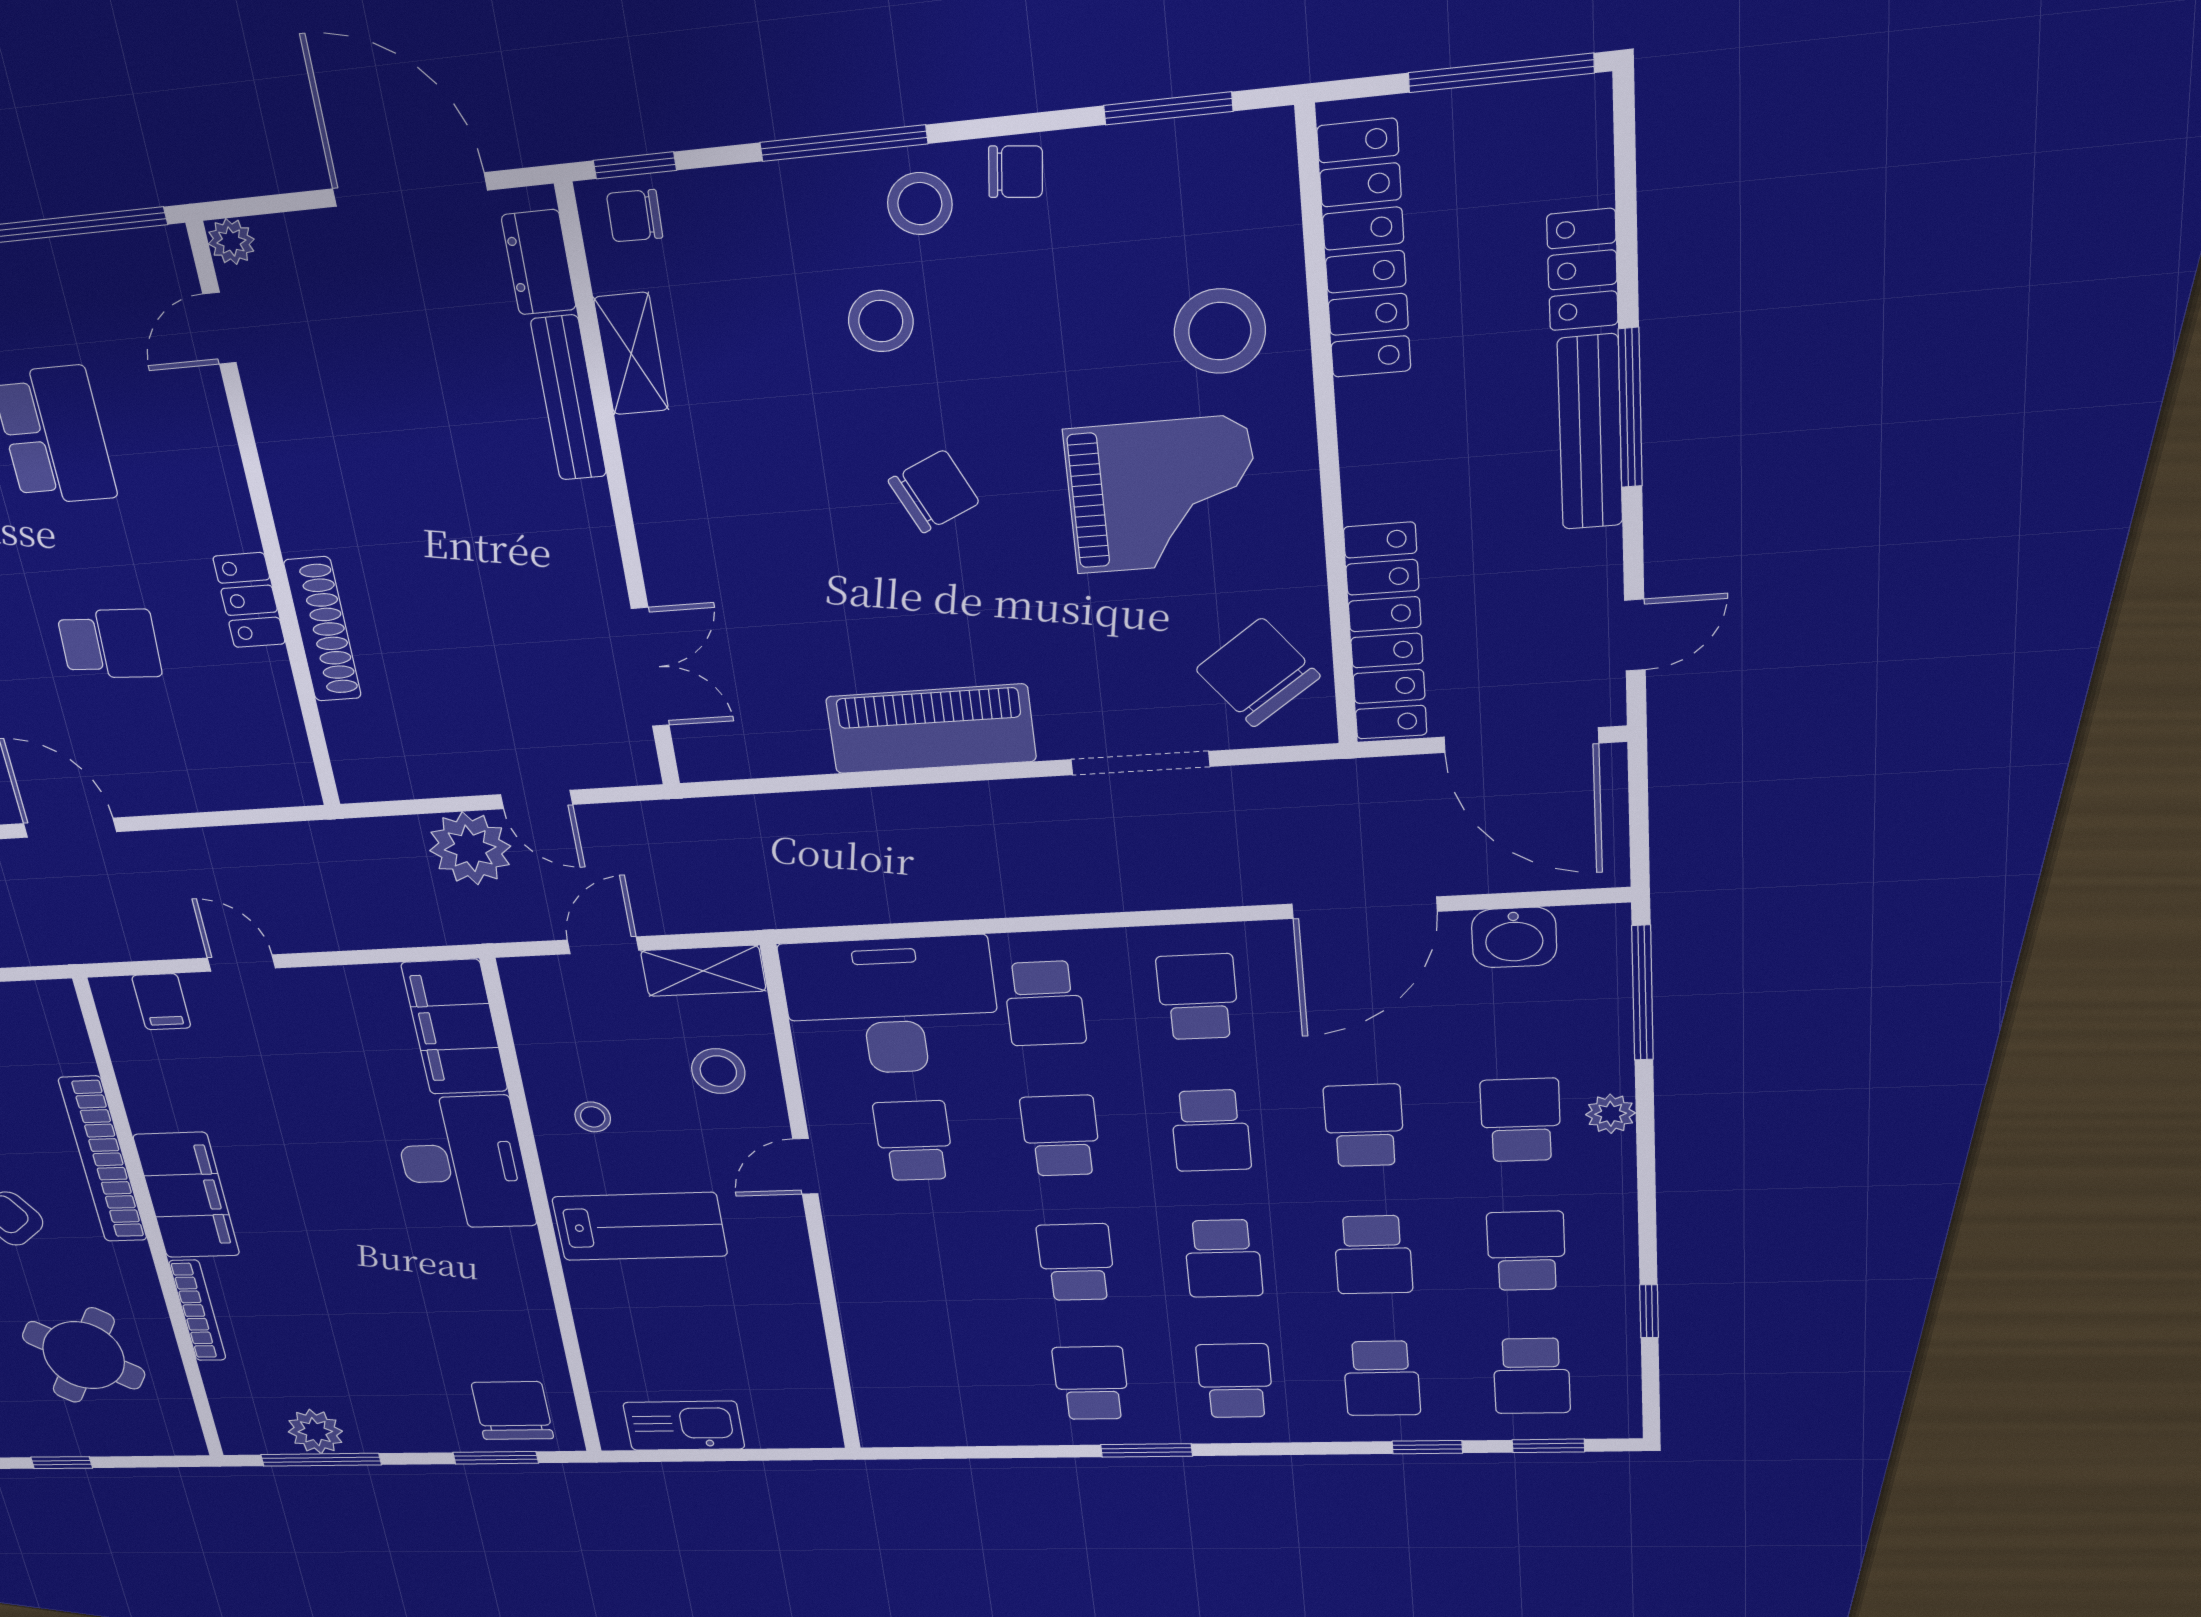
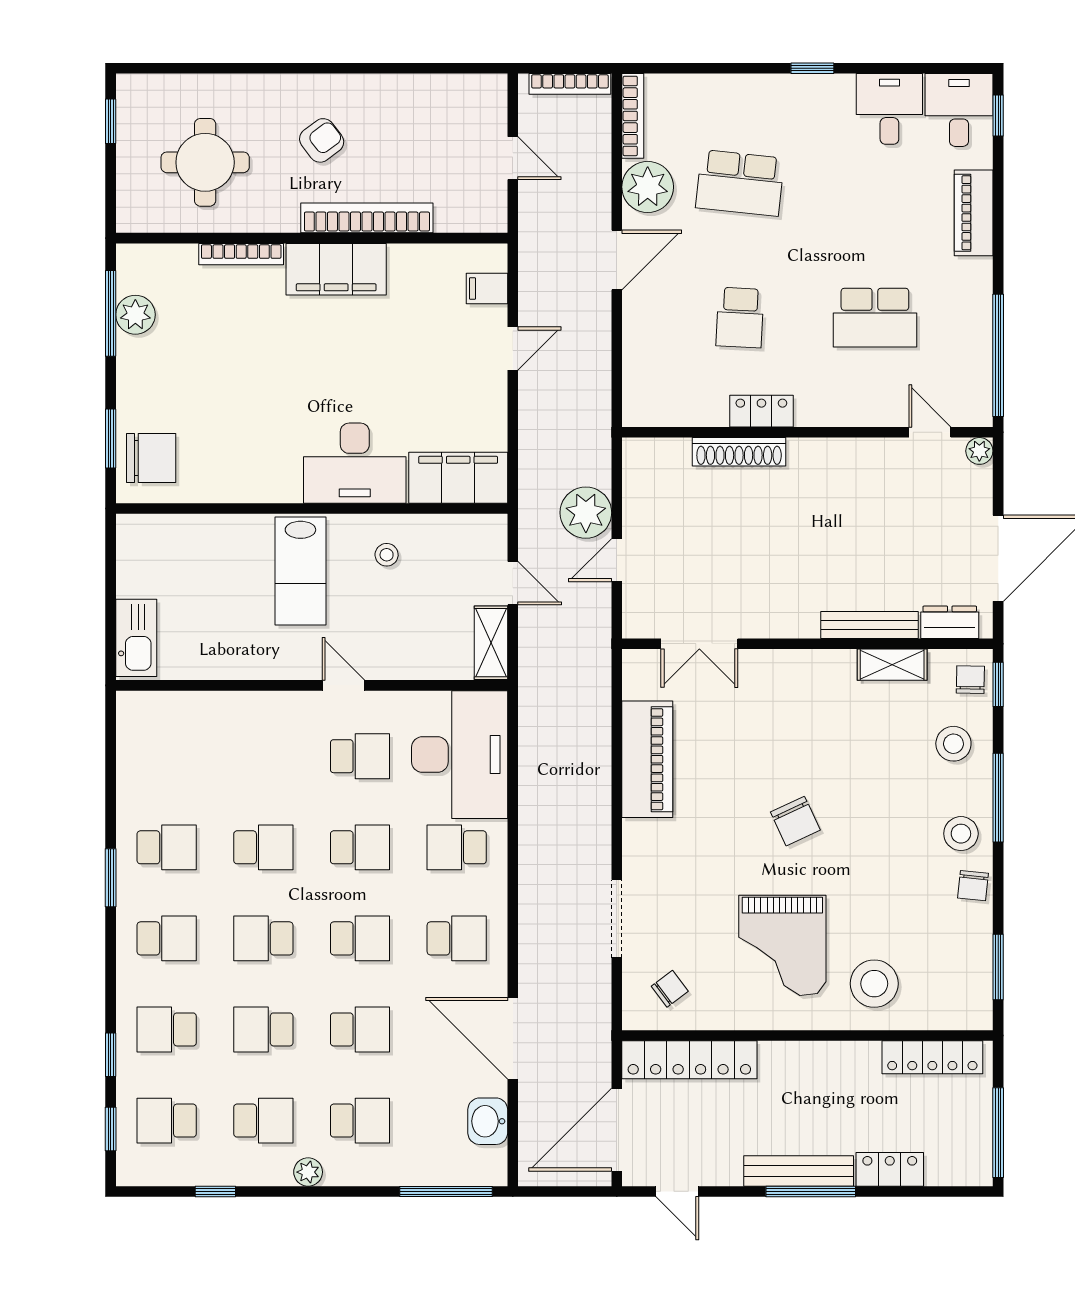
locker: (1364, 250) -> (932, 1057), width x0.71, depth x0.83
stool: (881, 321) -> (953, 744), moved
chair: (1258, 673) -> (670, 989), width x0.54, depth x0.54
piano: (931, 729) -> (647, 759), moved
stool: (718, 1071) -> (417, 641), removed
plant: (1611, 1114) -> (308, 1172), moved
school desk: (1211, 1131) -> (360, 938), turned 180
round table: (84, 1355) -> (205, 162), turned -32
kitchen sink: (684, 1426) -> (136, 638), moved

